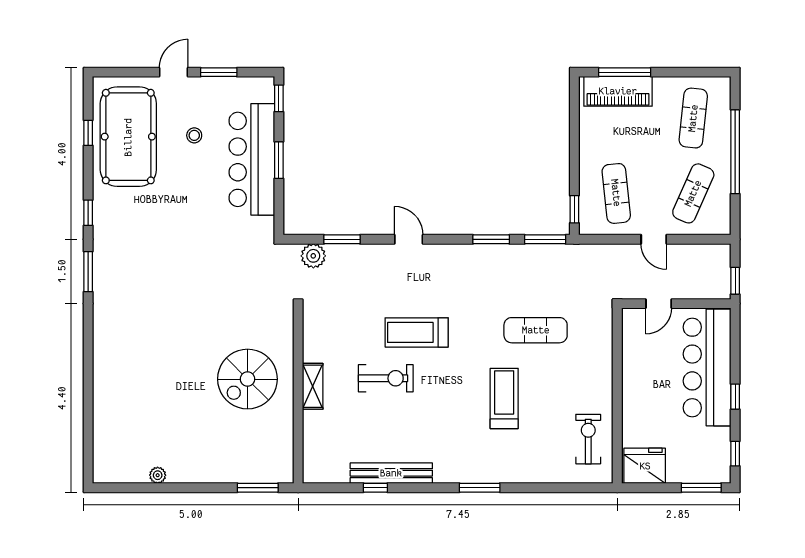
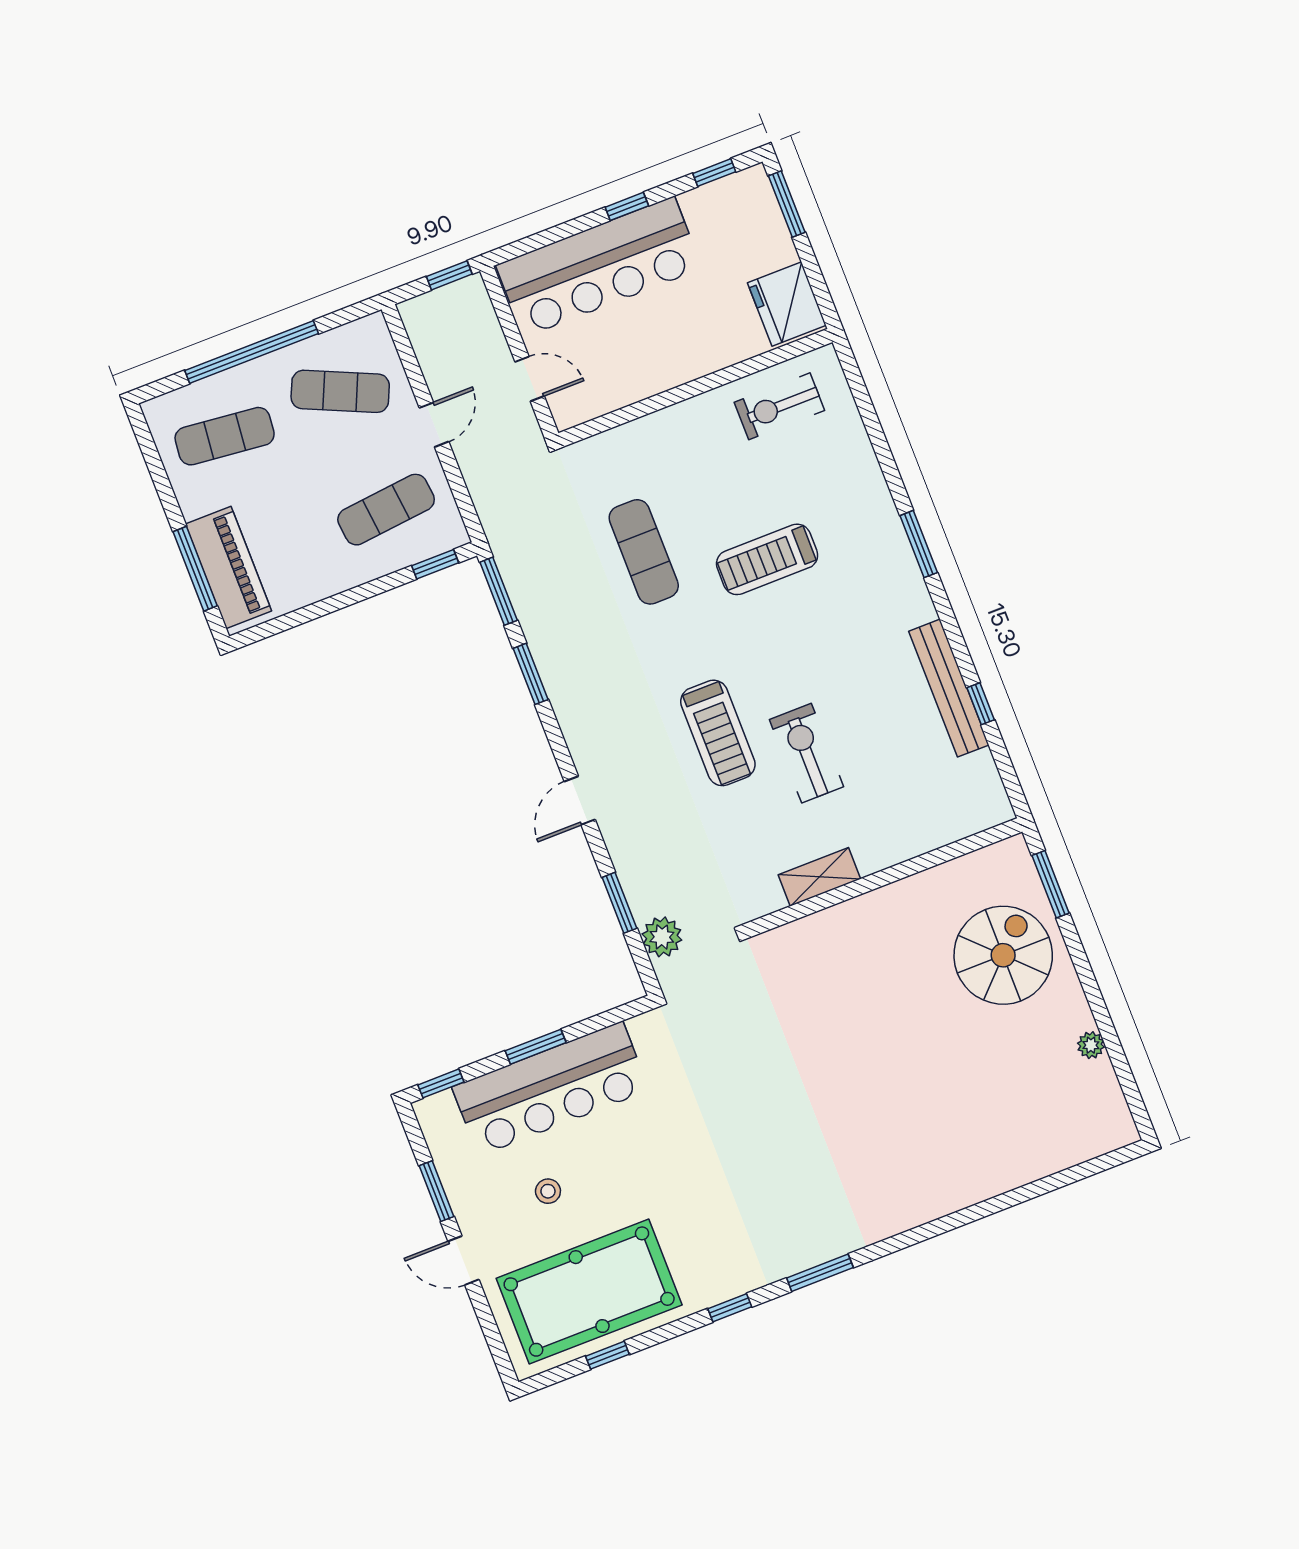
spiral stairs: (247, 379) -> (1003, 955), moved, turned -90
shelving: (313, 386) -> (819, 877), moved

